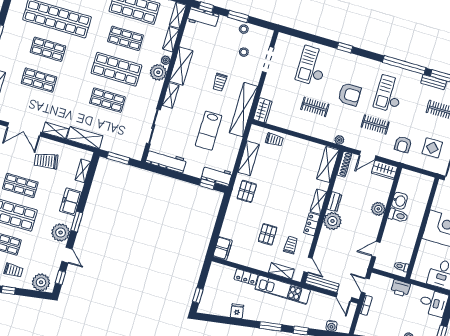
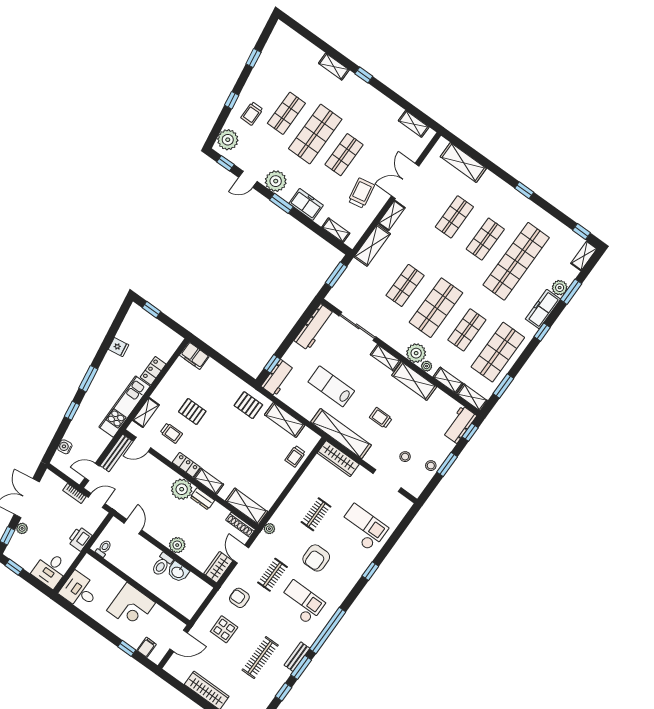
wardrobe: (263, 110) -> (338, 459), width x1.50

